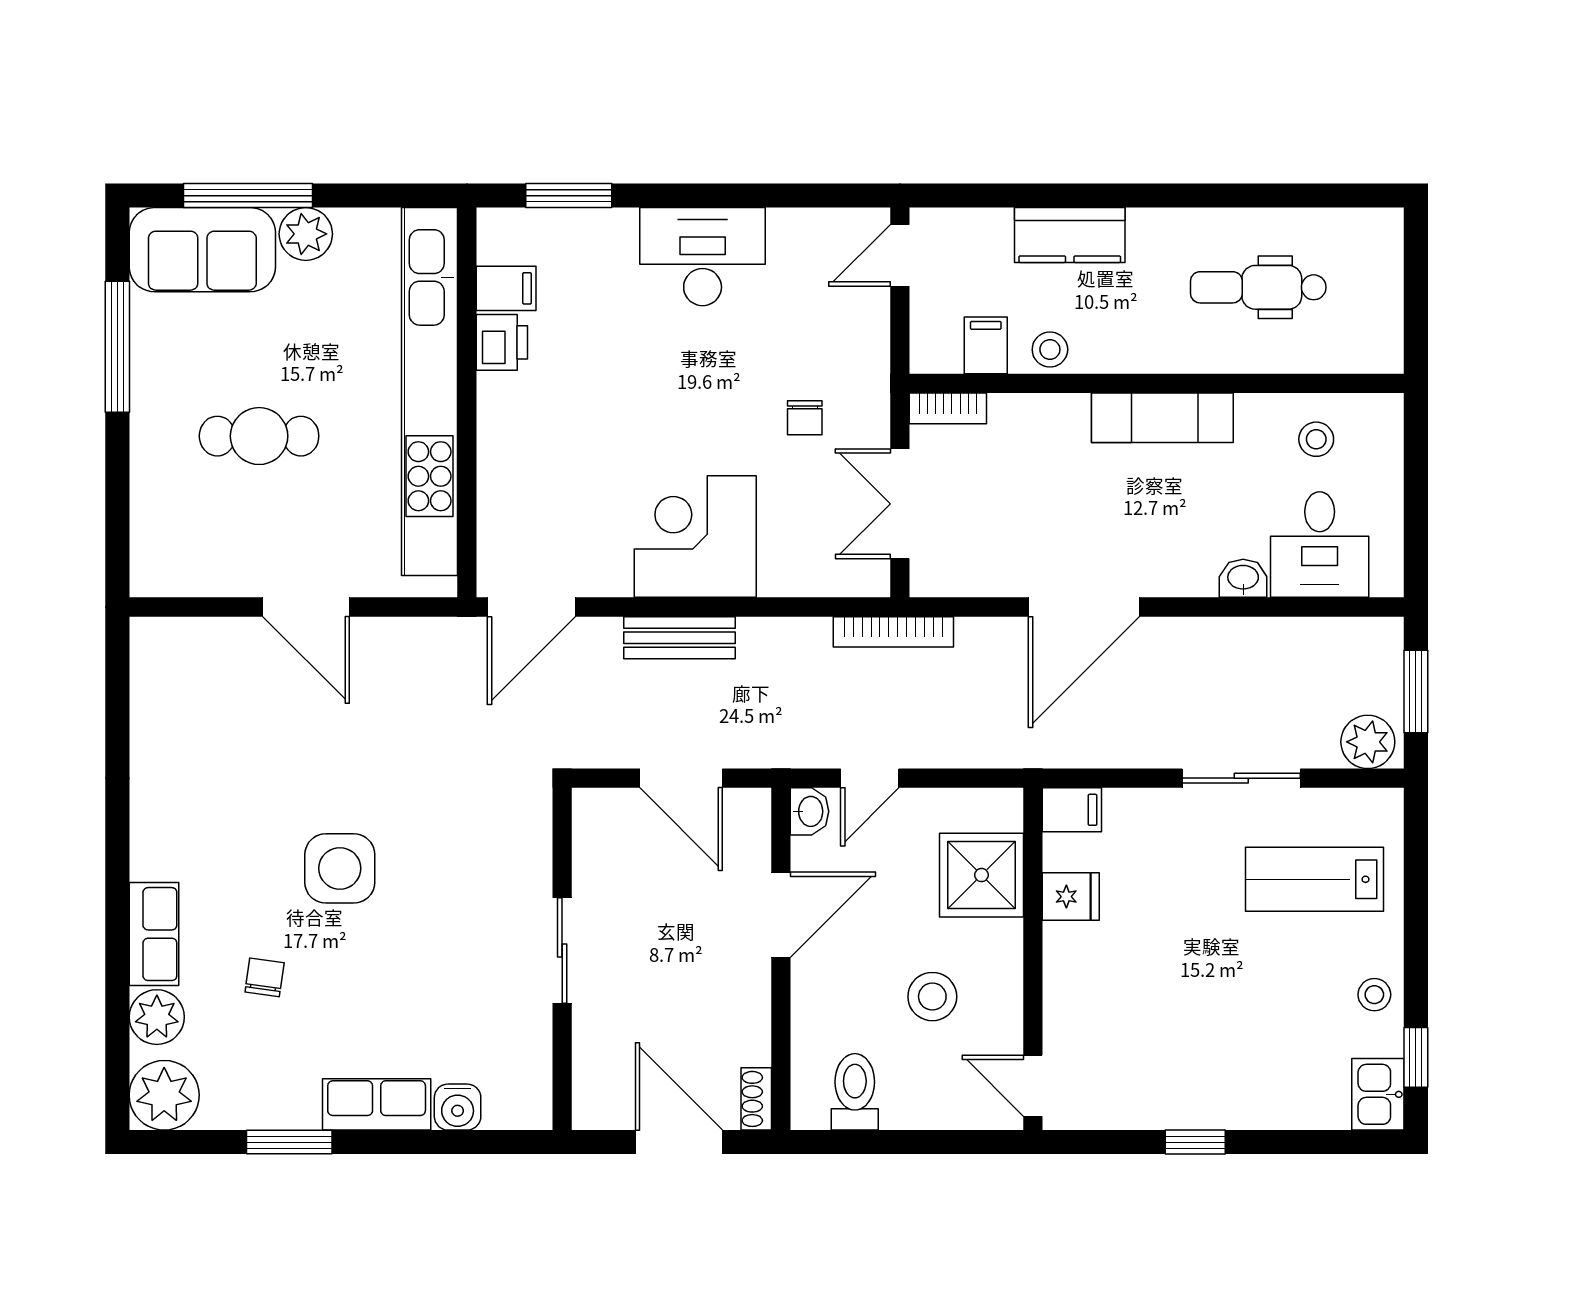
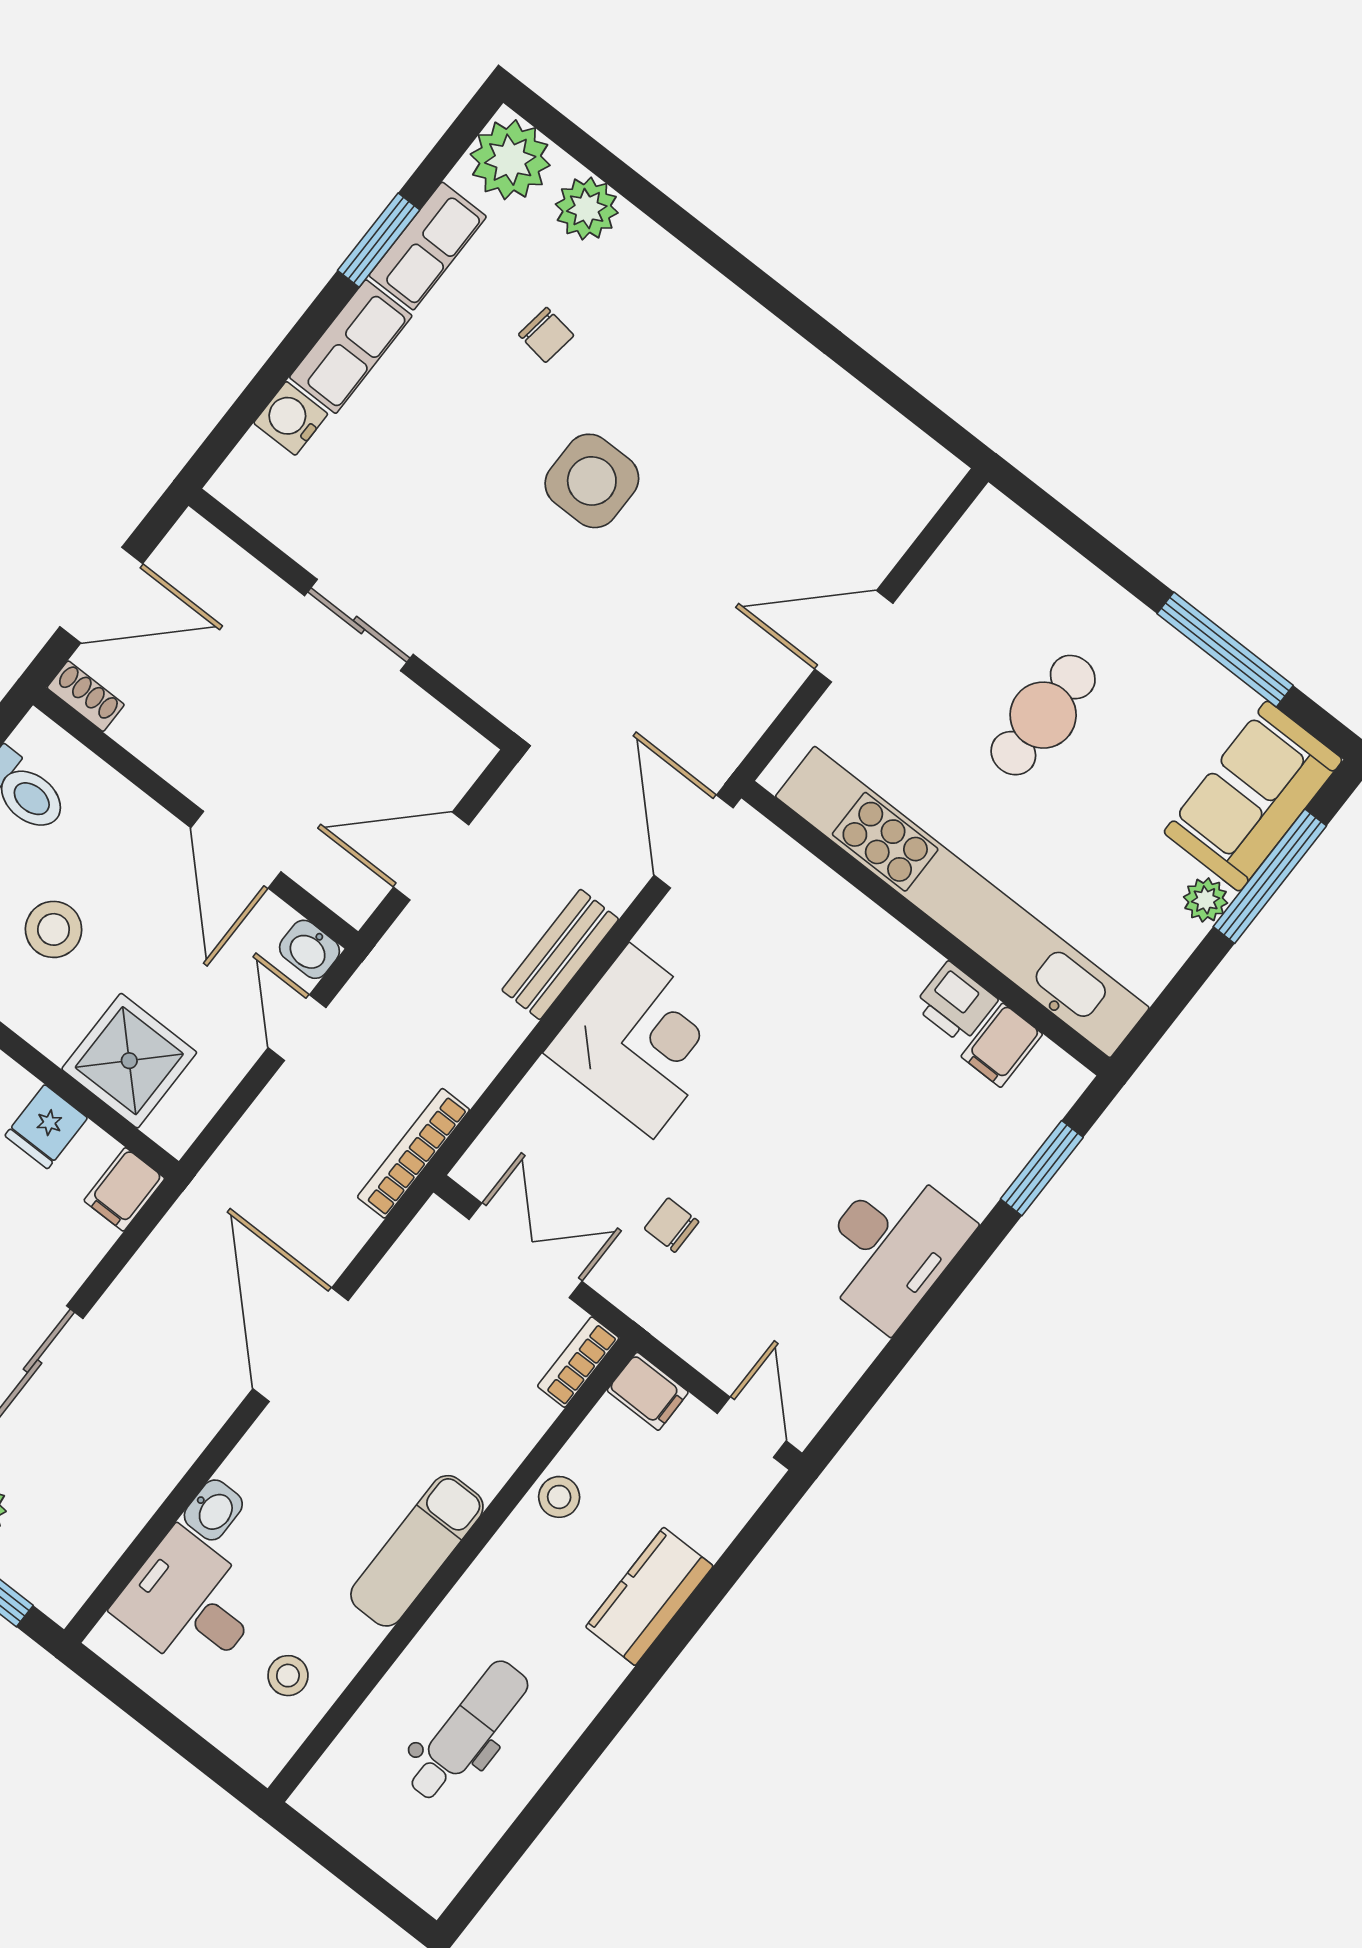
plant: (306, 234) -> (1206, 900), width x0.73, depth x0.73
filing cabinet: (986, 345) -> (648, 1391), moved
row of seats: (154, 934) -> (428, 246), moved, turned -90

